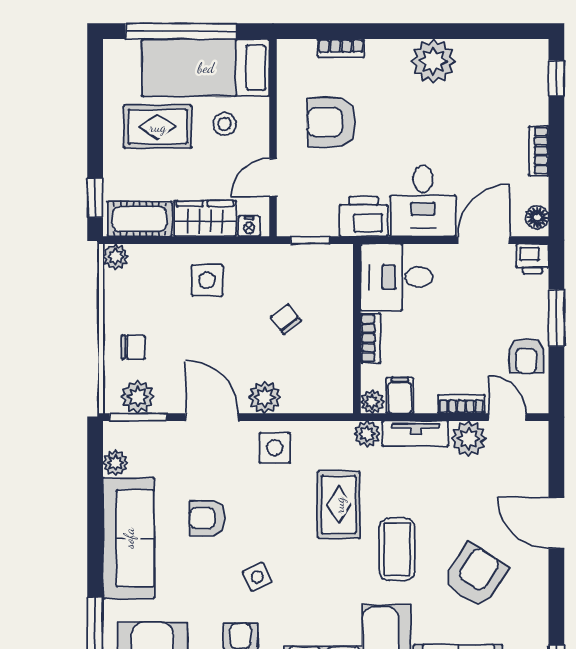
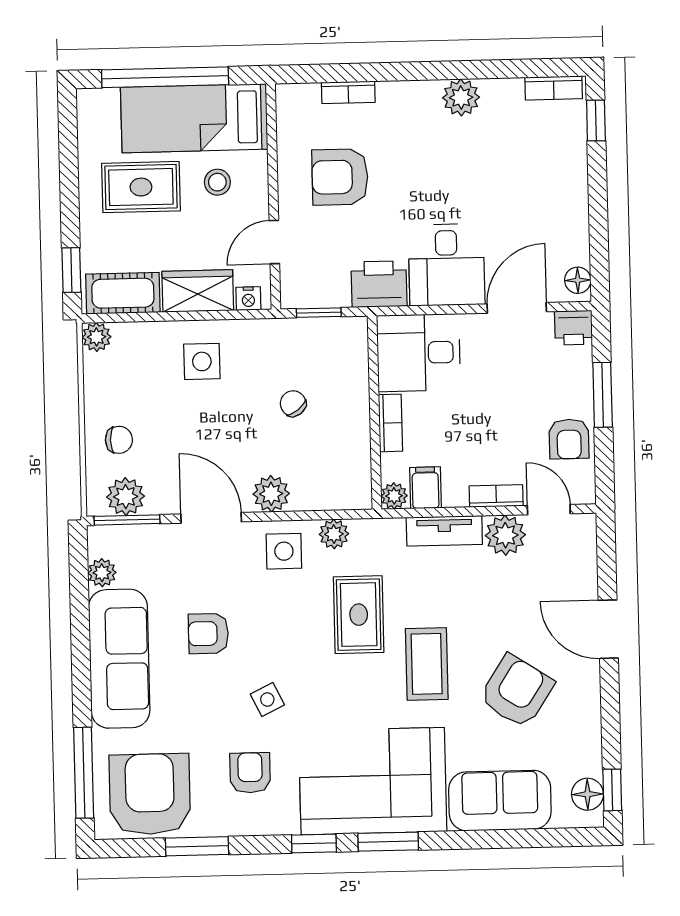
plant: (433, 61) -> (461, 97), width x0.73, depth x0.73
bookcase: (539, 151) -> (554, 88), moved, turned -90
plant: (367, 434) -> (334, 534), moved

